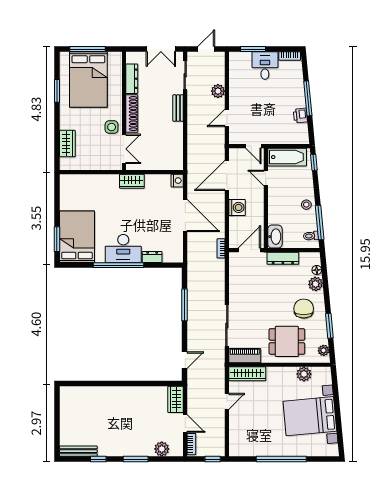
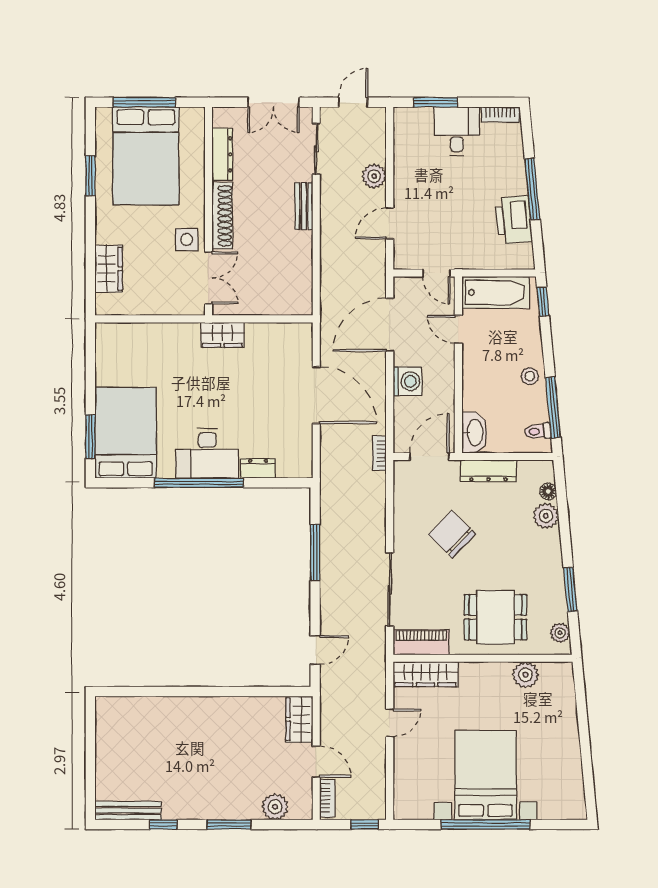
printer: (300, 116) -> (514, 220), width x1.87, depth x1.48
nightstand: (177, 181) -> (302, 334), removed
chair: (304, 309) -> (452, 534), moved, turned -46
bed with nightstands: (310, 416) -> (485, 775), moved, turned 95

